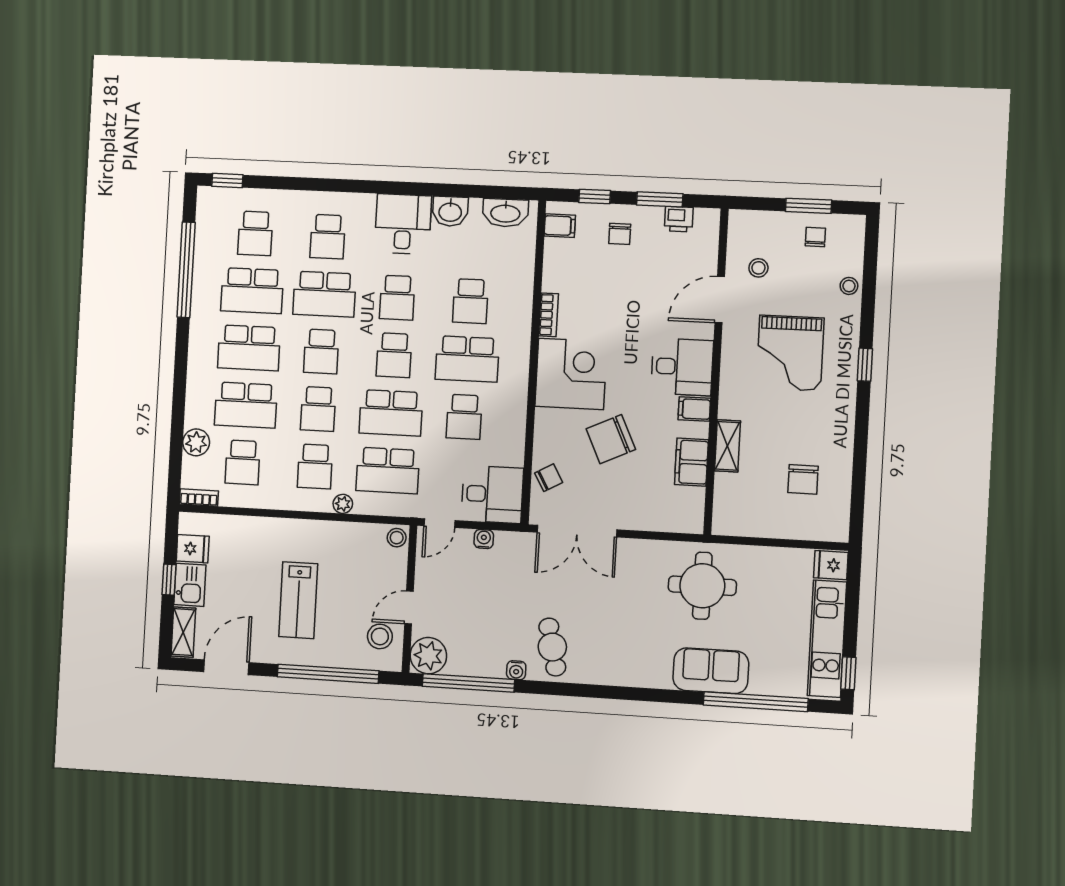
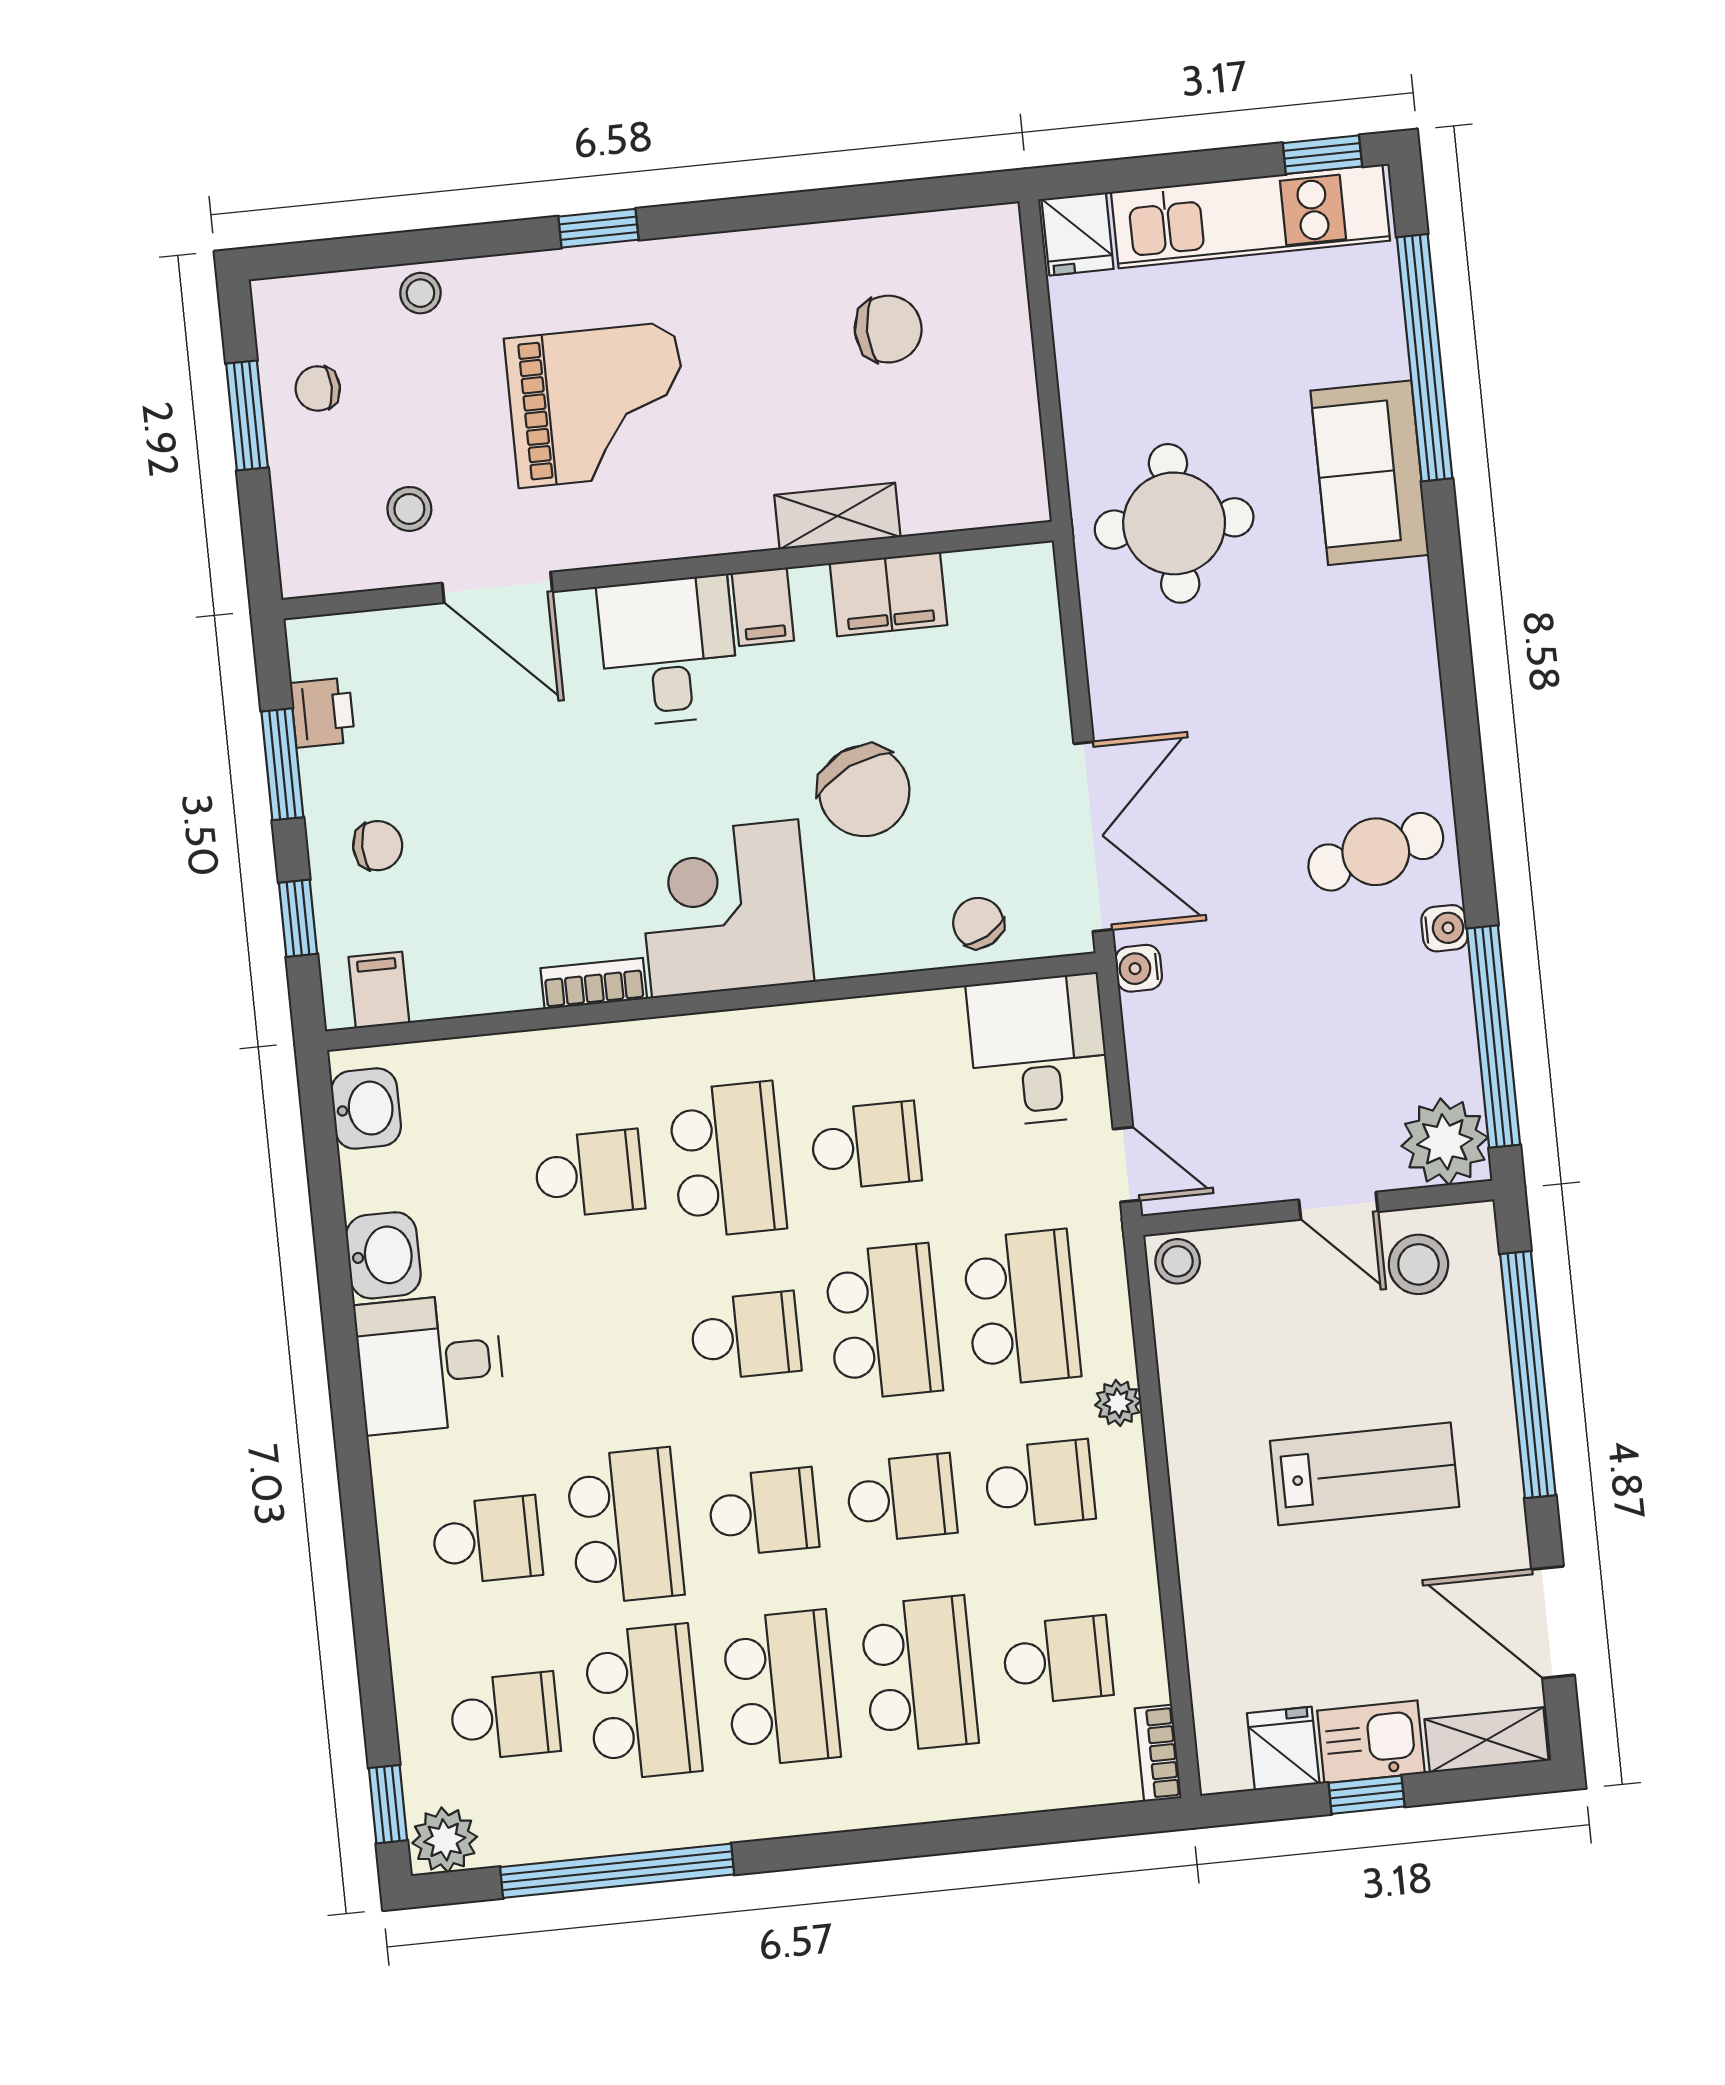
washbasin: (505, 213) -> (366, 1109), width x0.72
school desk: (397, 298) -> (607, 1350), removed
plant: (196, 442) -> (445, 1840), moved
water cooler: (484, 539) -> (1139, 968), moved

